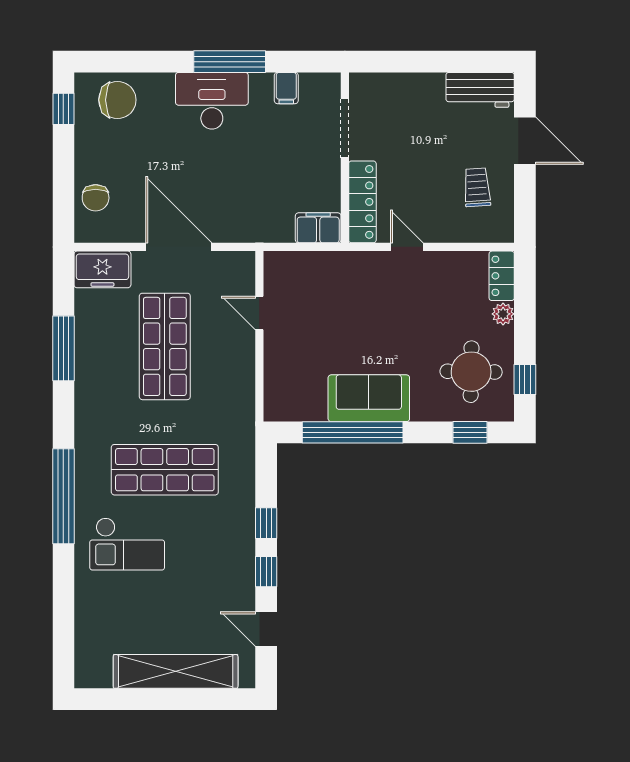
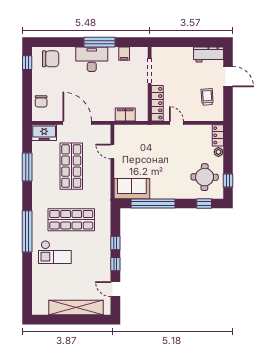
filing cabinet: (318, 228) -> (125, 114), moved
sofa: (369, 398) -> (132, 189), moved

